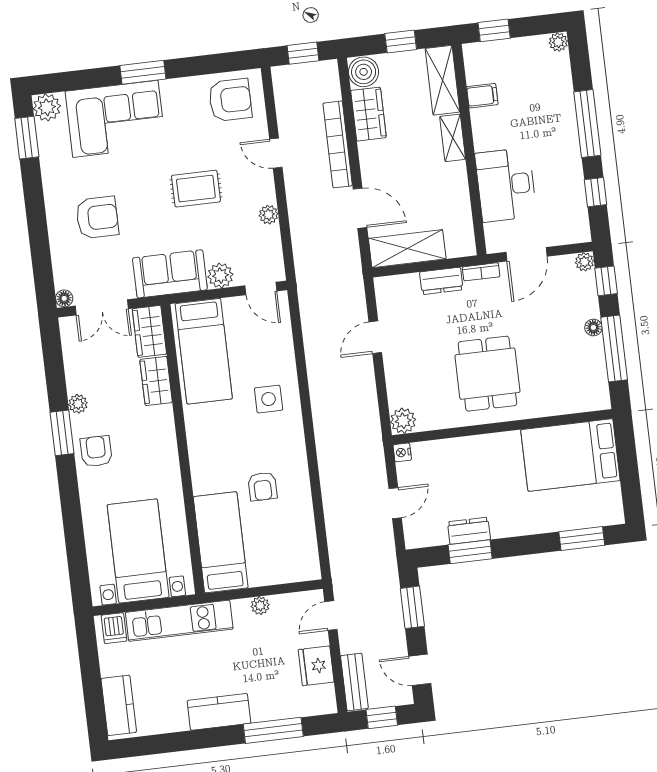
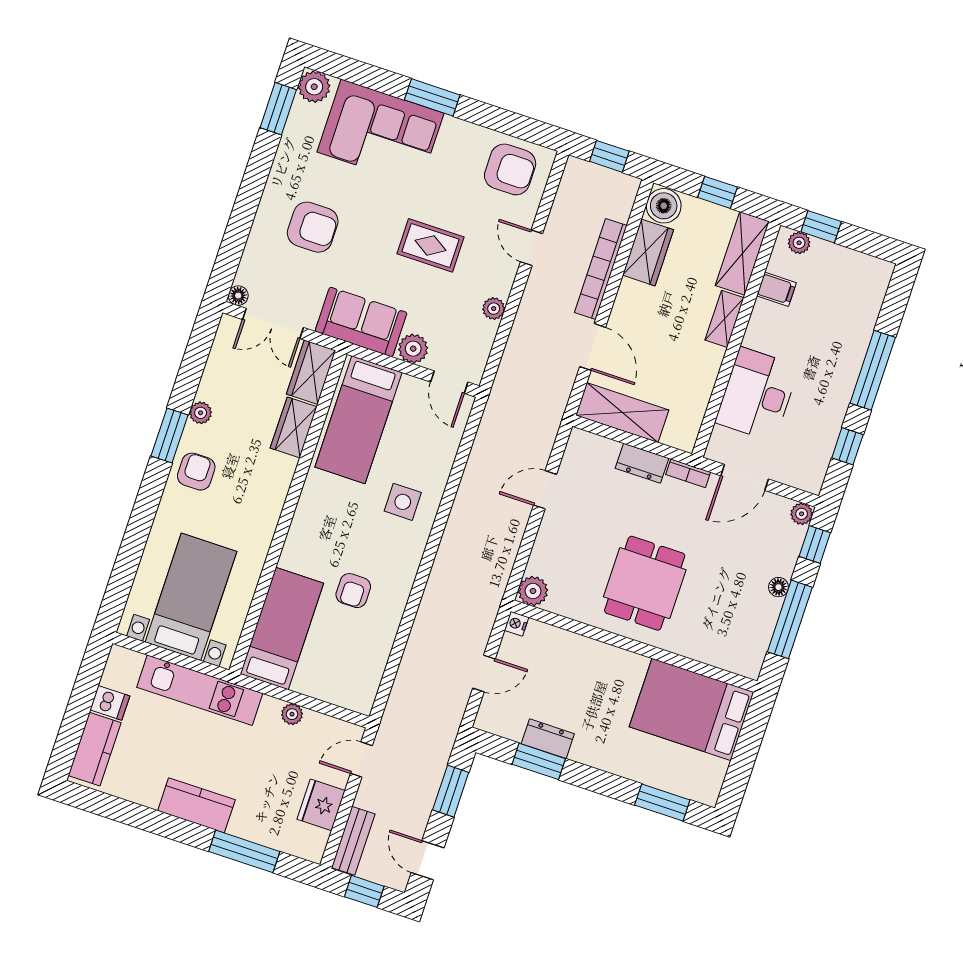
plant: (558, 42) -> (799, 243), moved
dishwasher: (114, 628) -> (110, 703), moved, turned -90

